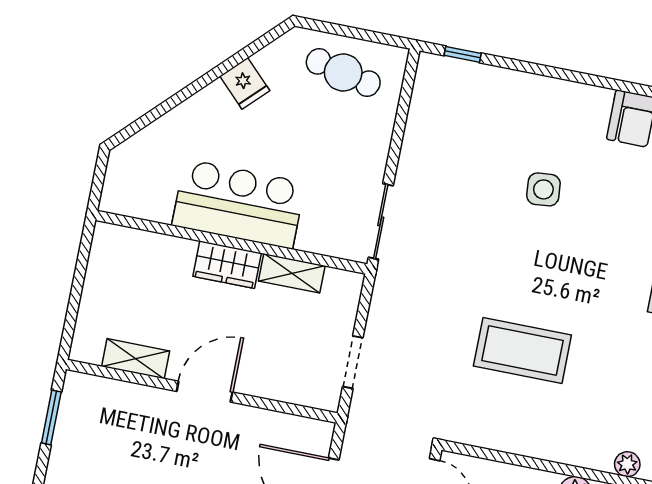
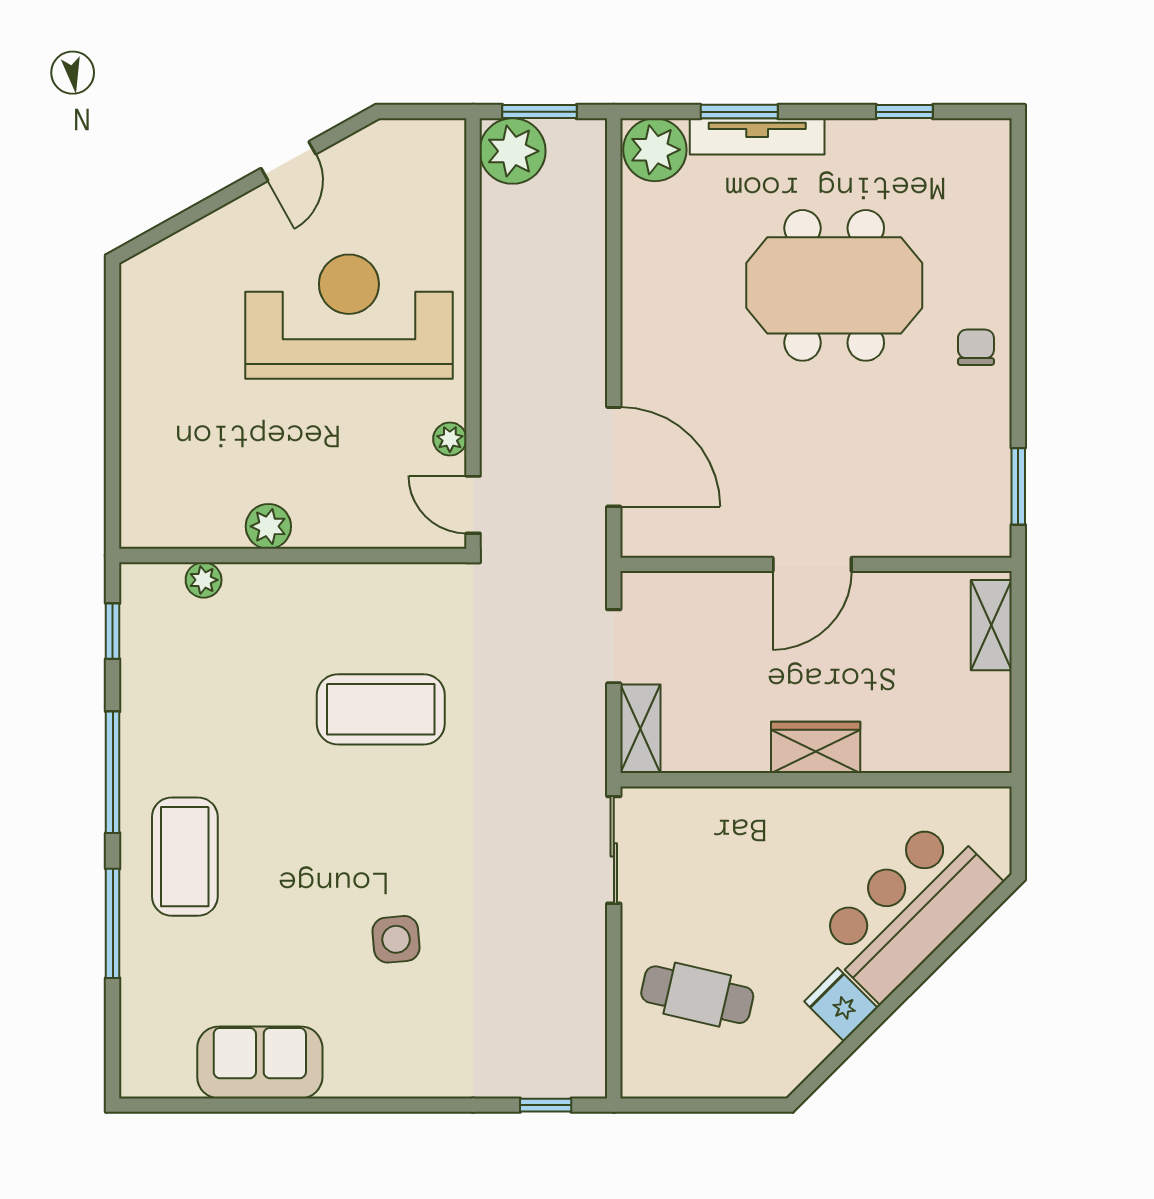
cafe table: (343, 72) -> (697, 995), moved
bar counter: (239, 204) -> (908, 909), moved, turned 135
shelving: (292, 273) -> (640, 729), moved, turned 90
shelving: (136, 359) -> (991, 625), moved, turned 90

